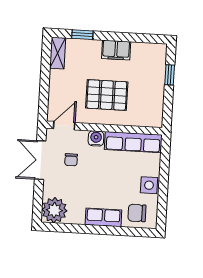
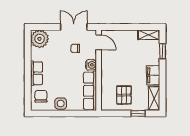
shelving: (149, 51) -> (154, 98), added
pallet: (107, 95) -> (124, 95), moved, width x0.67, depth x0.71

